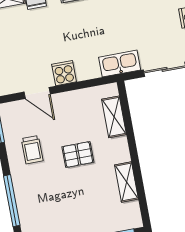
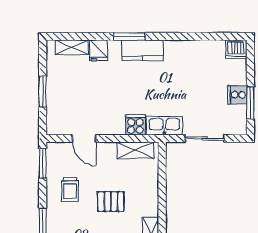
cooker: (64, 73) -> (135, 125), moved
shelving: (114, 117) -> (136, 150), moved, turned 90

